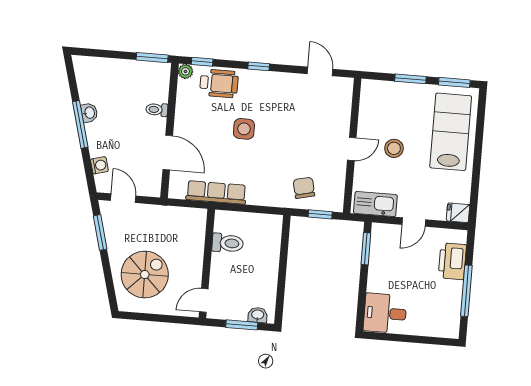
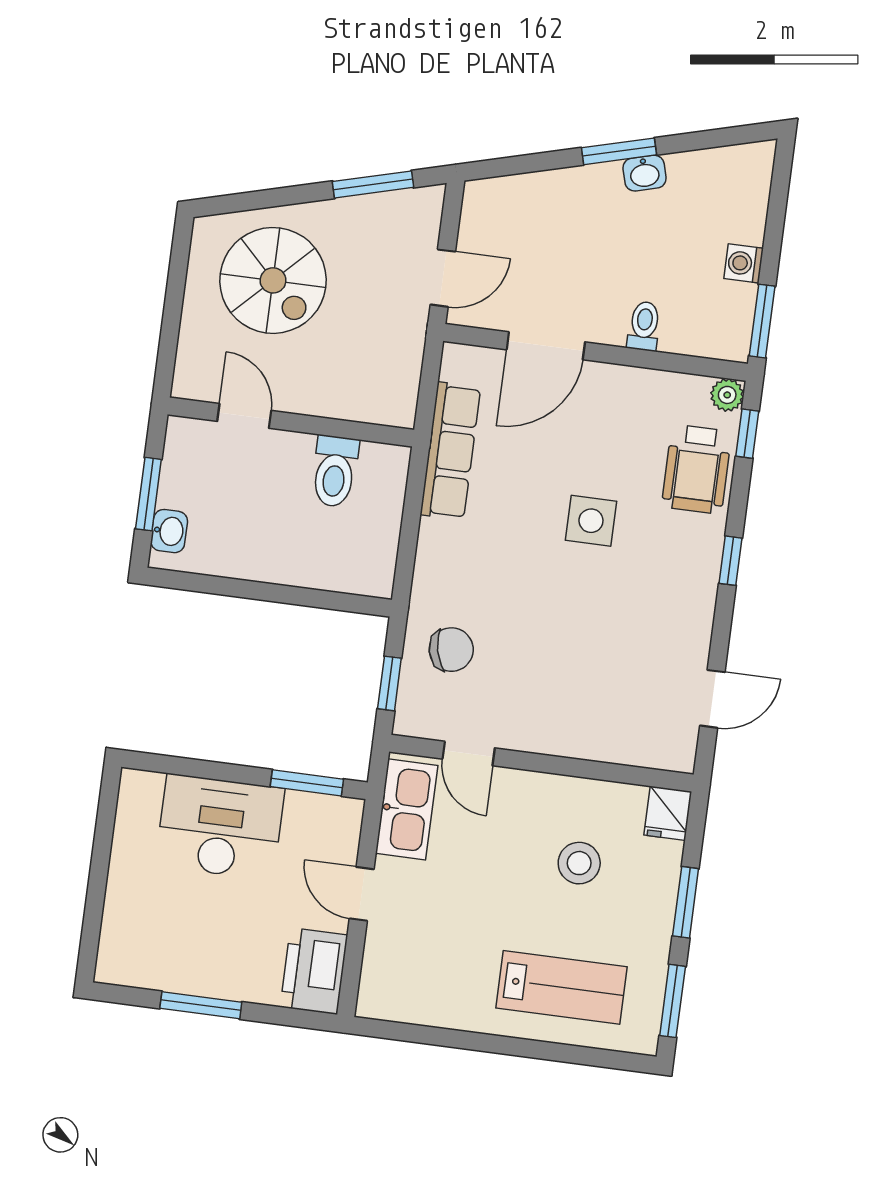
window: (80, 124) -> (619, 151), width x0.69
lab bench: (451, 132) -> (561, 987), width x0.73, depth x0.72
stool: (394, 148) -> (579, 863), moved
door: (352, 149) -> (469, 754), moved
washing machine: (99, 165) -> (744, 263), moved, turned 105
door: (123, 198) -> (443, 278), moved
fridge: (458, 213) -> (668, 813), moved, turned 180
printer: (452, 261) -> (314, 971), moved, turned -90
window: (466, 291) -> (201, 1005), width x0.69
door: (204, 300) -> (244, 416), moved
desk: (385, 313) -> (220, 827), moved, width x1.37

